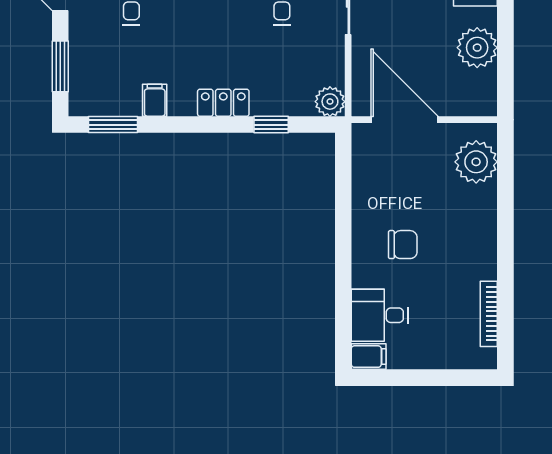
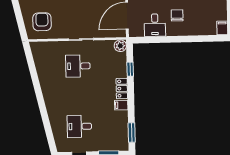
filing cabinet: (155, 100) -> (121, 105), moved
desk: (380, 315) -> (155, 25), moved

